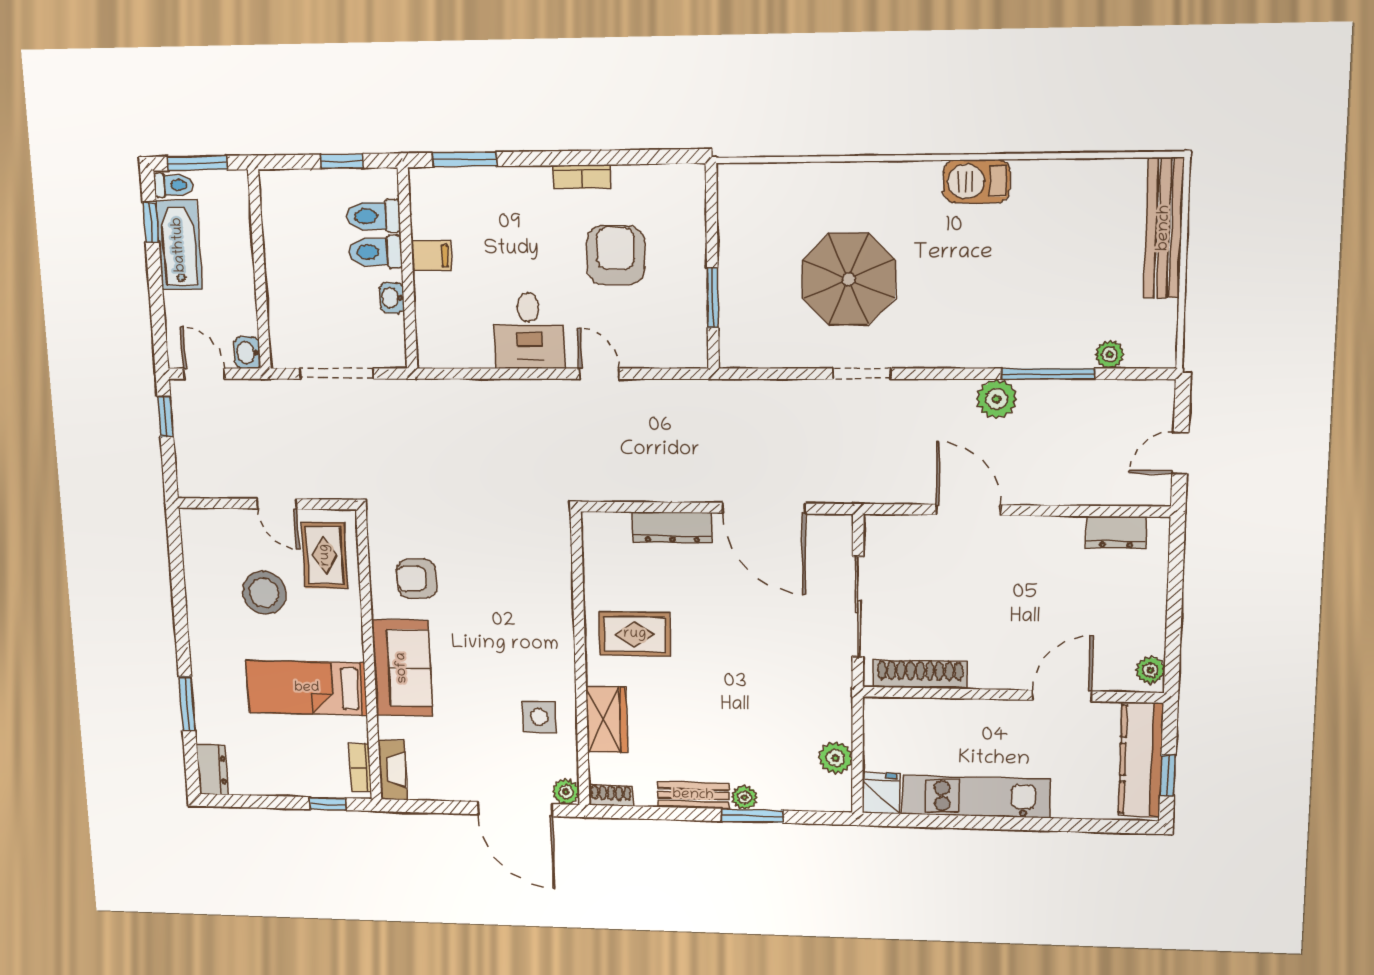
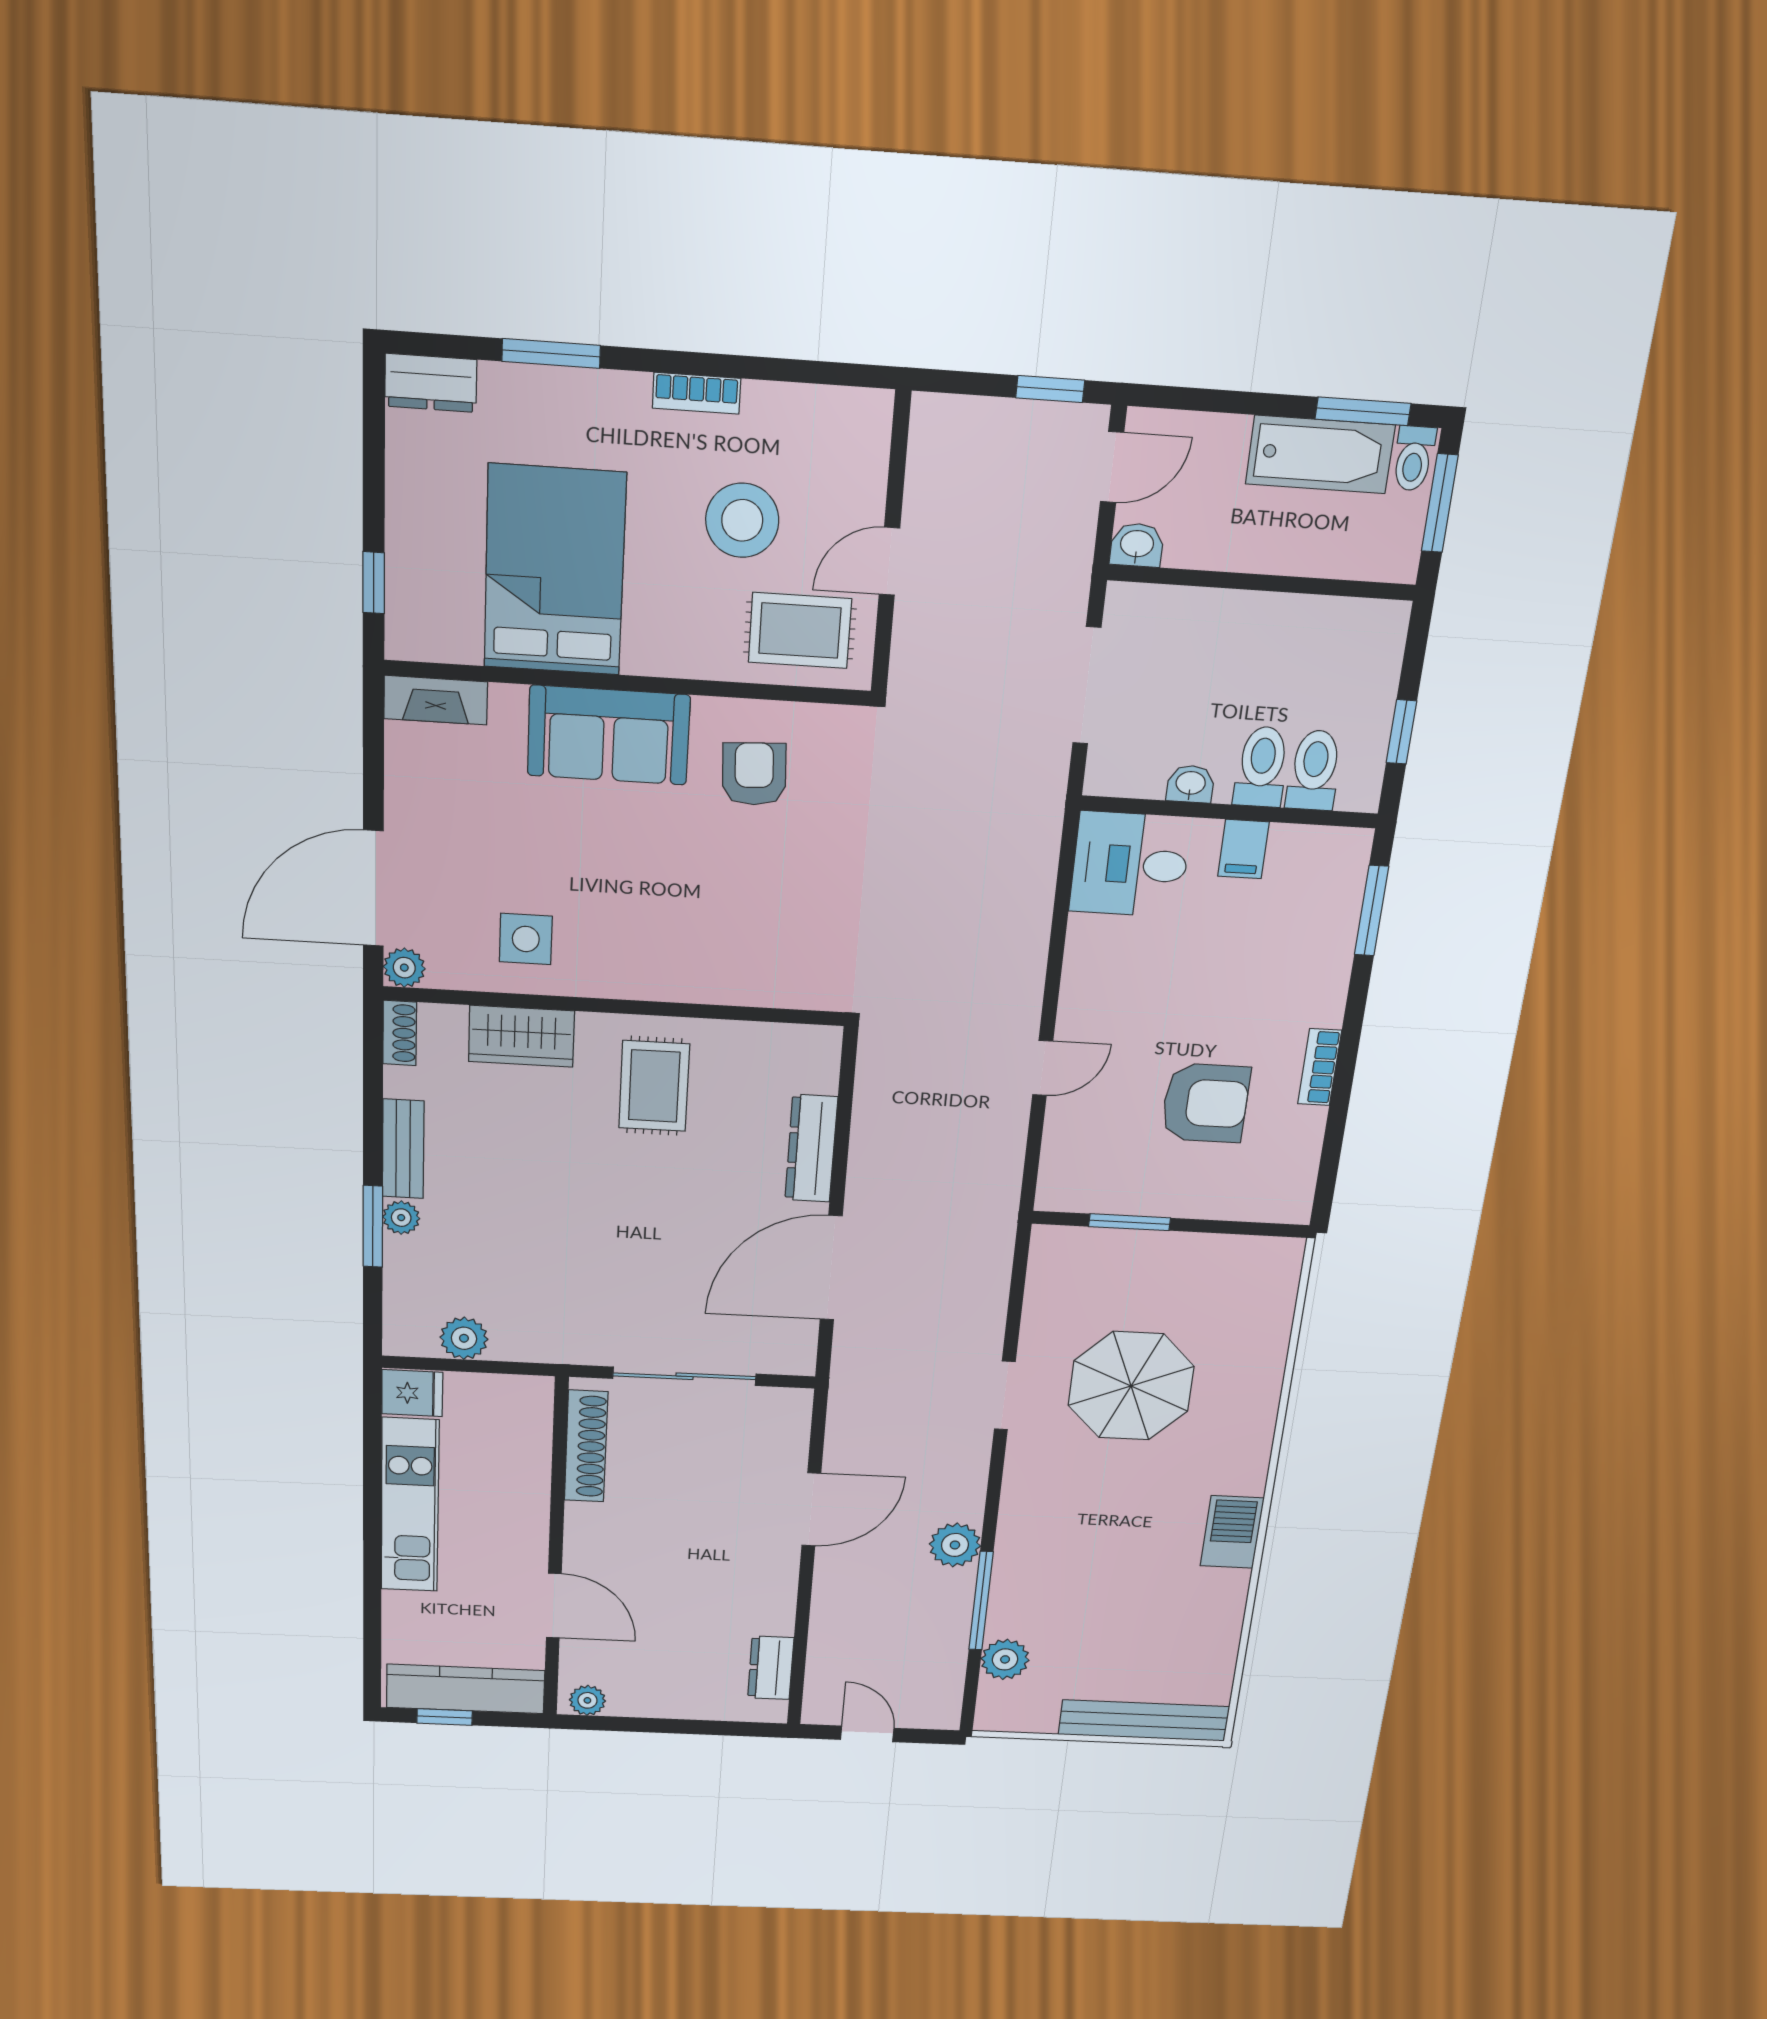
window: (151, 222) -> (1363, 411), width x1.50
desk: (529, 331) -> (1130, 864), moved
plant: (1110, 355) -> (1005, 1659), width x1.38, depth x1.38
bed: (307, 688) -> (555, 570), width x1.50
bookcase: (360, 768) -> (697, 393), moved, turned 180

